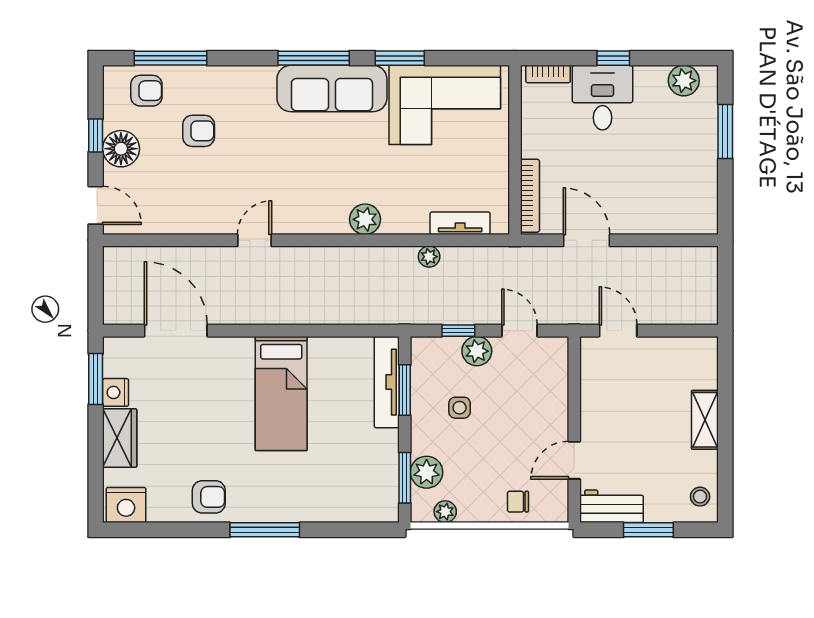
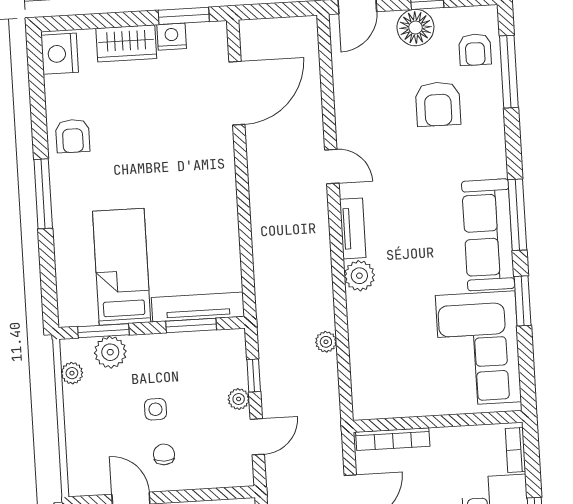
armchair: (199, 131) -> (438, 104), width x1.38, depth x1.38
tv unit: (460, 223) -> (353, 228), moved
plant: (477, 351) -> (239, 399), width x0.73, depth x0.73
bed: (281, 393) -> (122, 267), moved, turned 90
side table: (460, 408) -> (155, 409), moved
chair: (518, 502) -> (164, 454), moved

